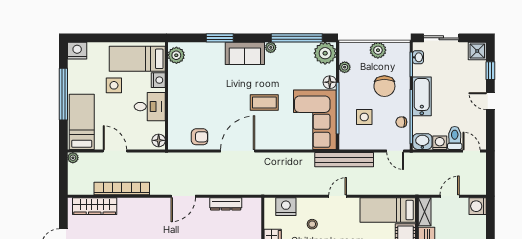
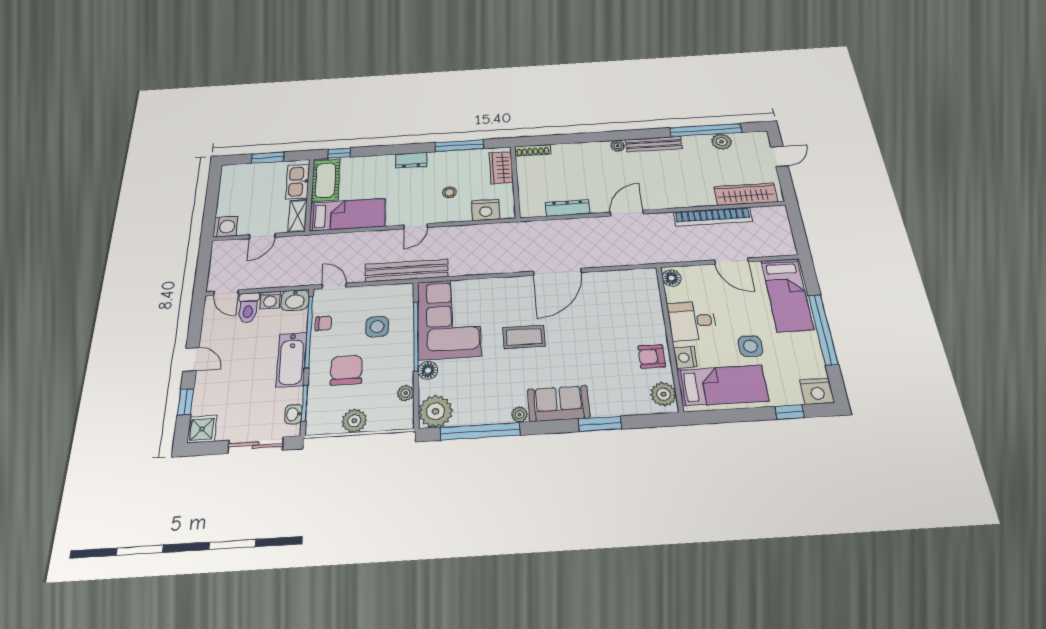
window: (98, 38) -> (790, 412), added
armchair: (200, 137) -> (652, 356), moved
plant: (73, 158) -> (789, 249), removed

